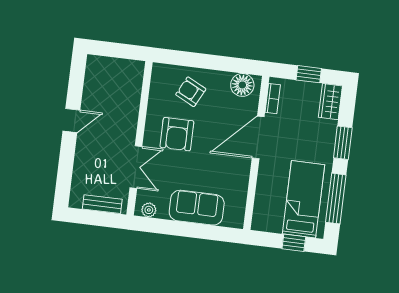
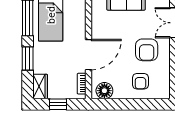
armchair: (191, 92) -> (140, 81), turned 63
armchair: (177, 134) -> (147, 50), turned 180

